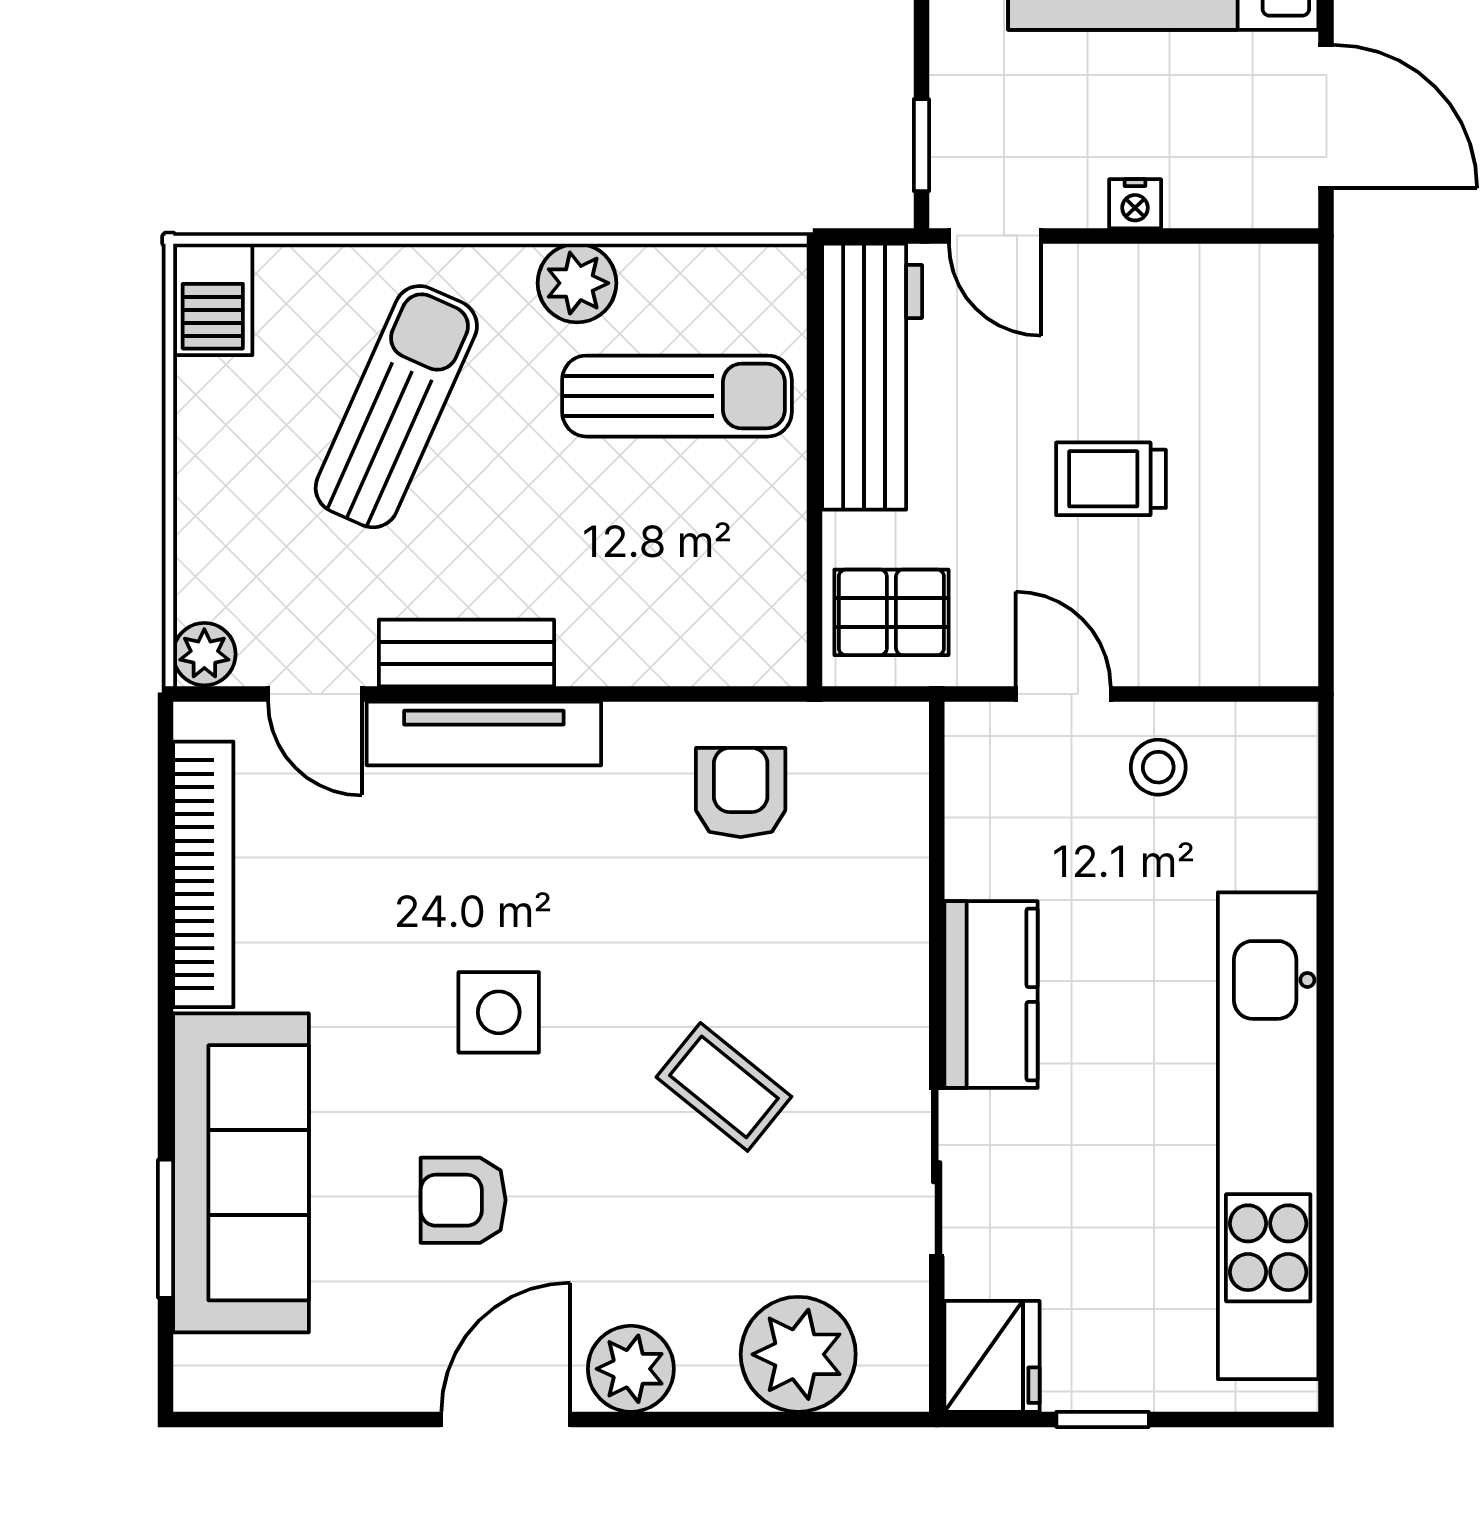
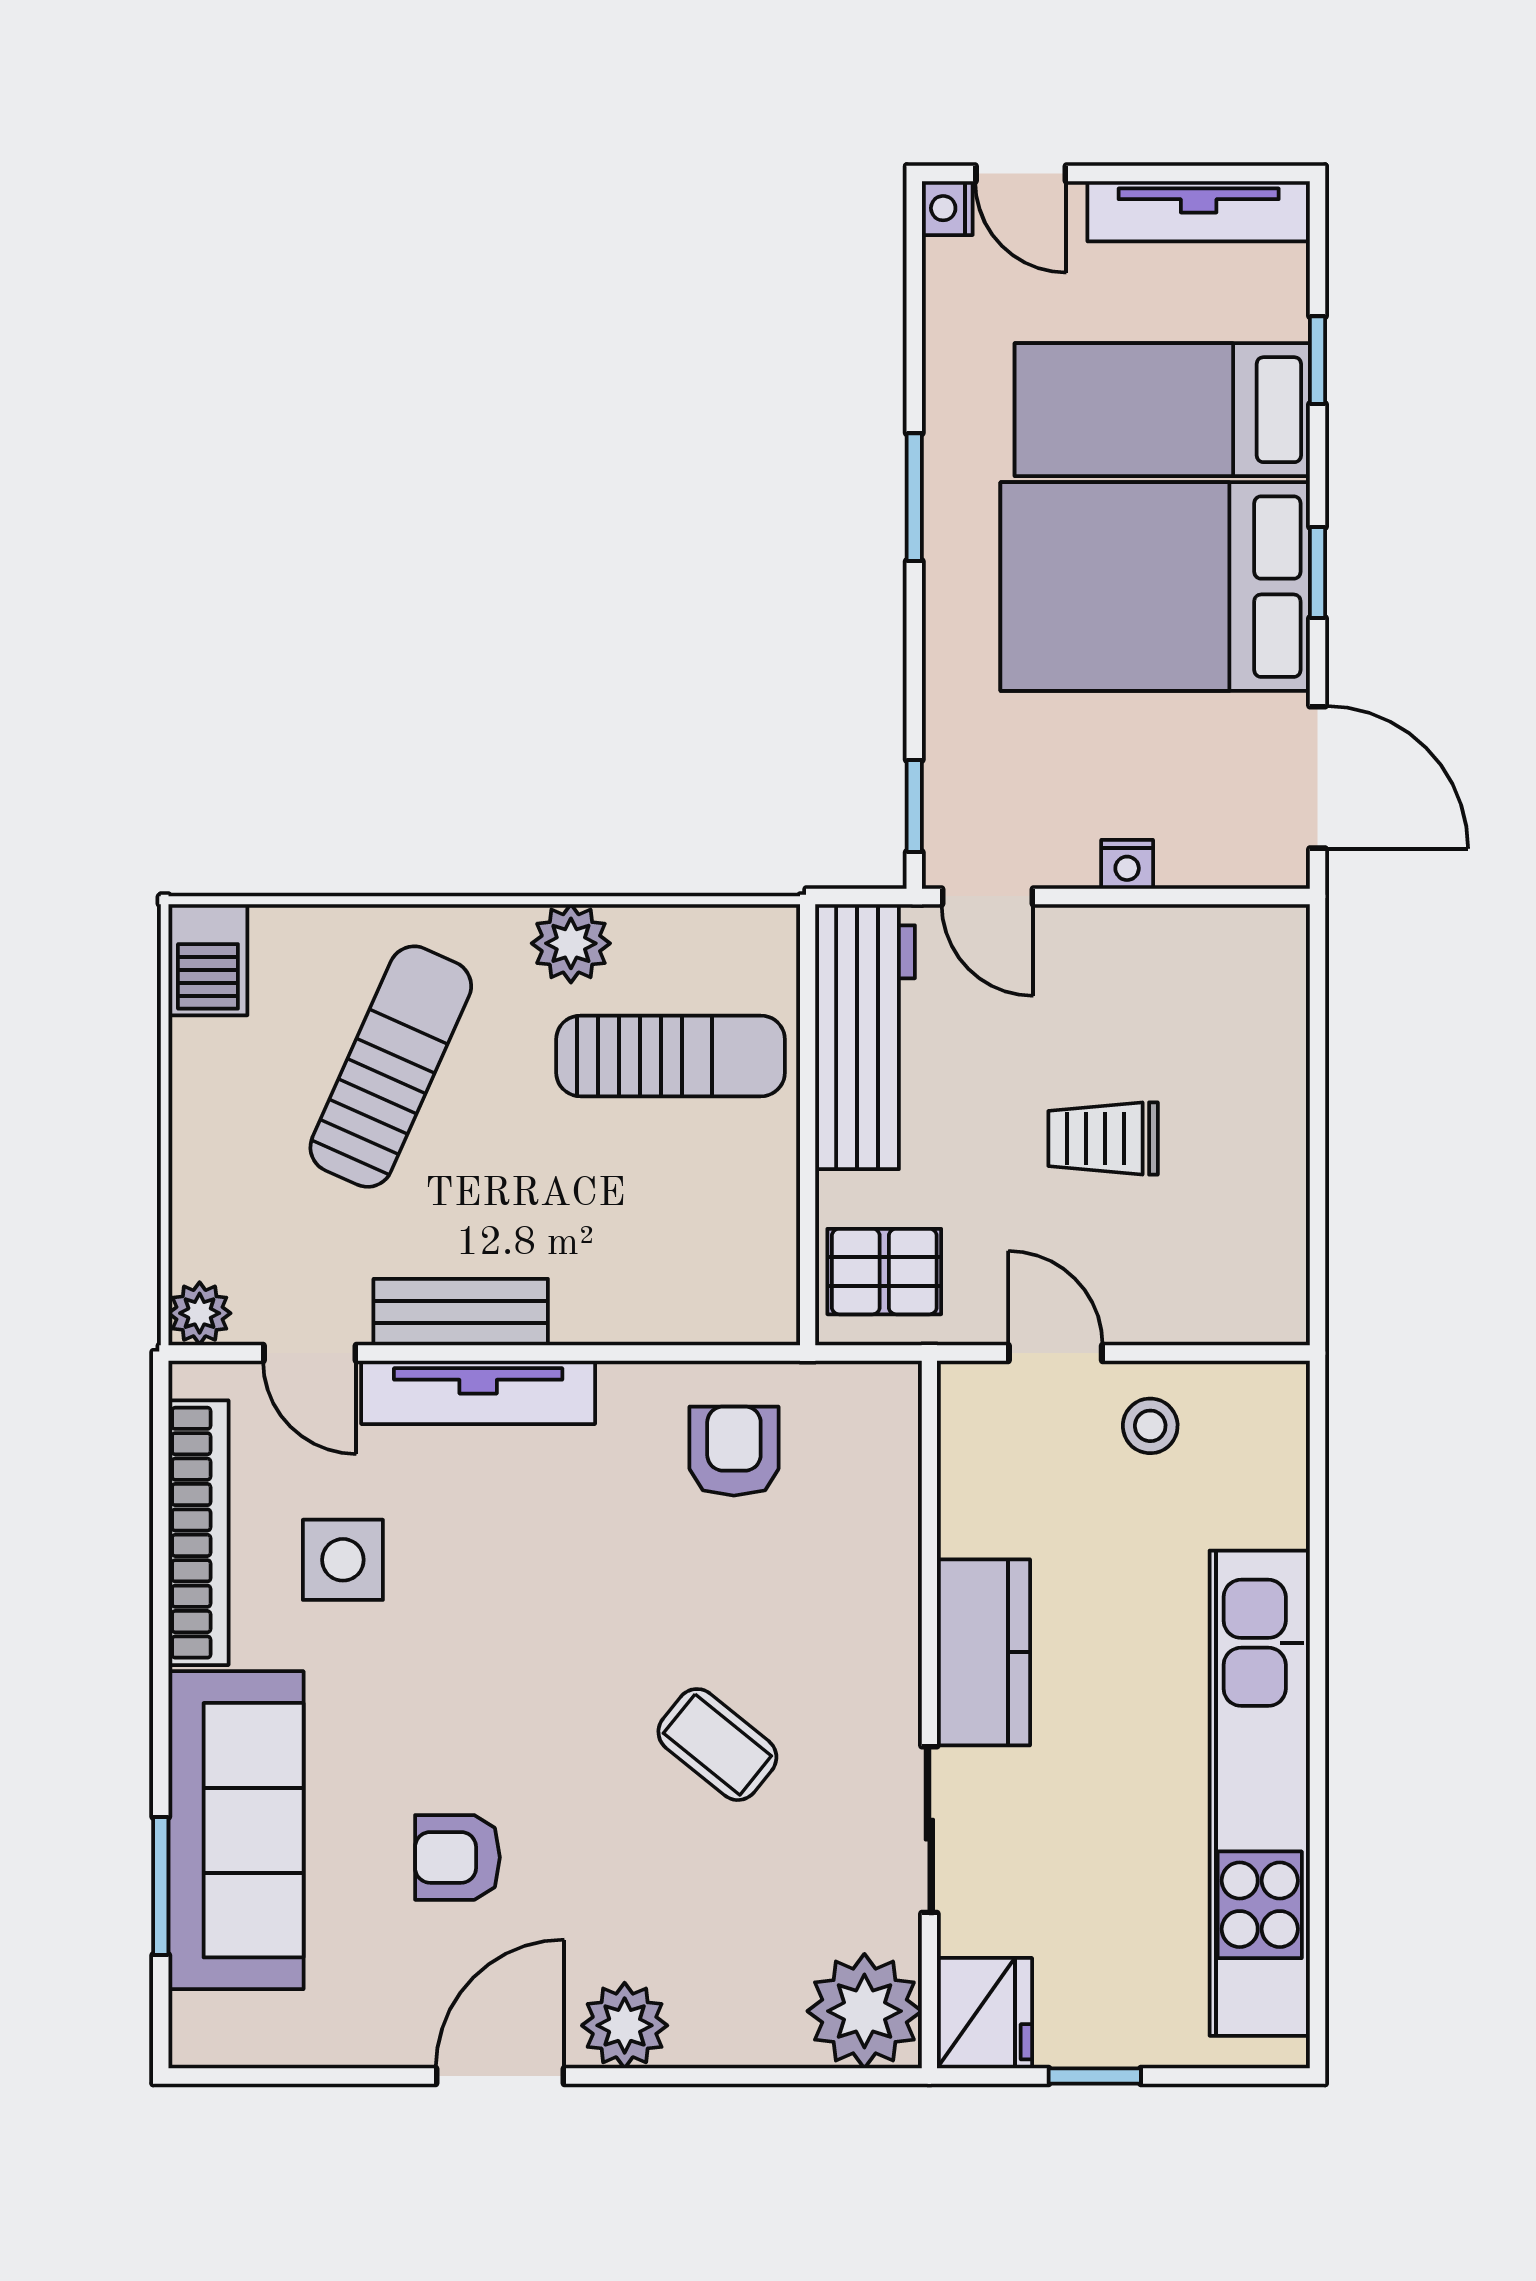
side table: (499, 1012) -> (343, 1560), moved
plant: (798, 1354) -> (864, 2011), moved

